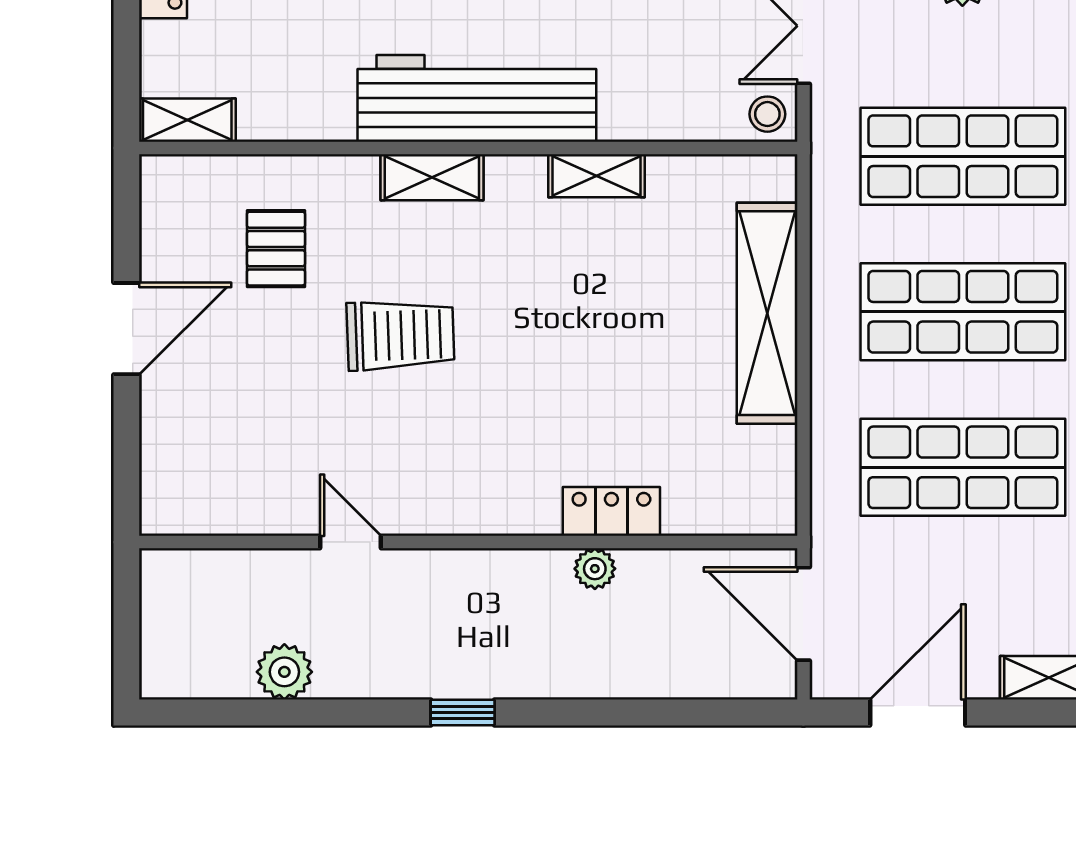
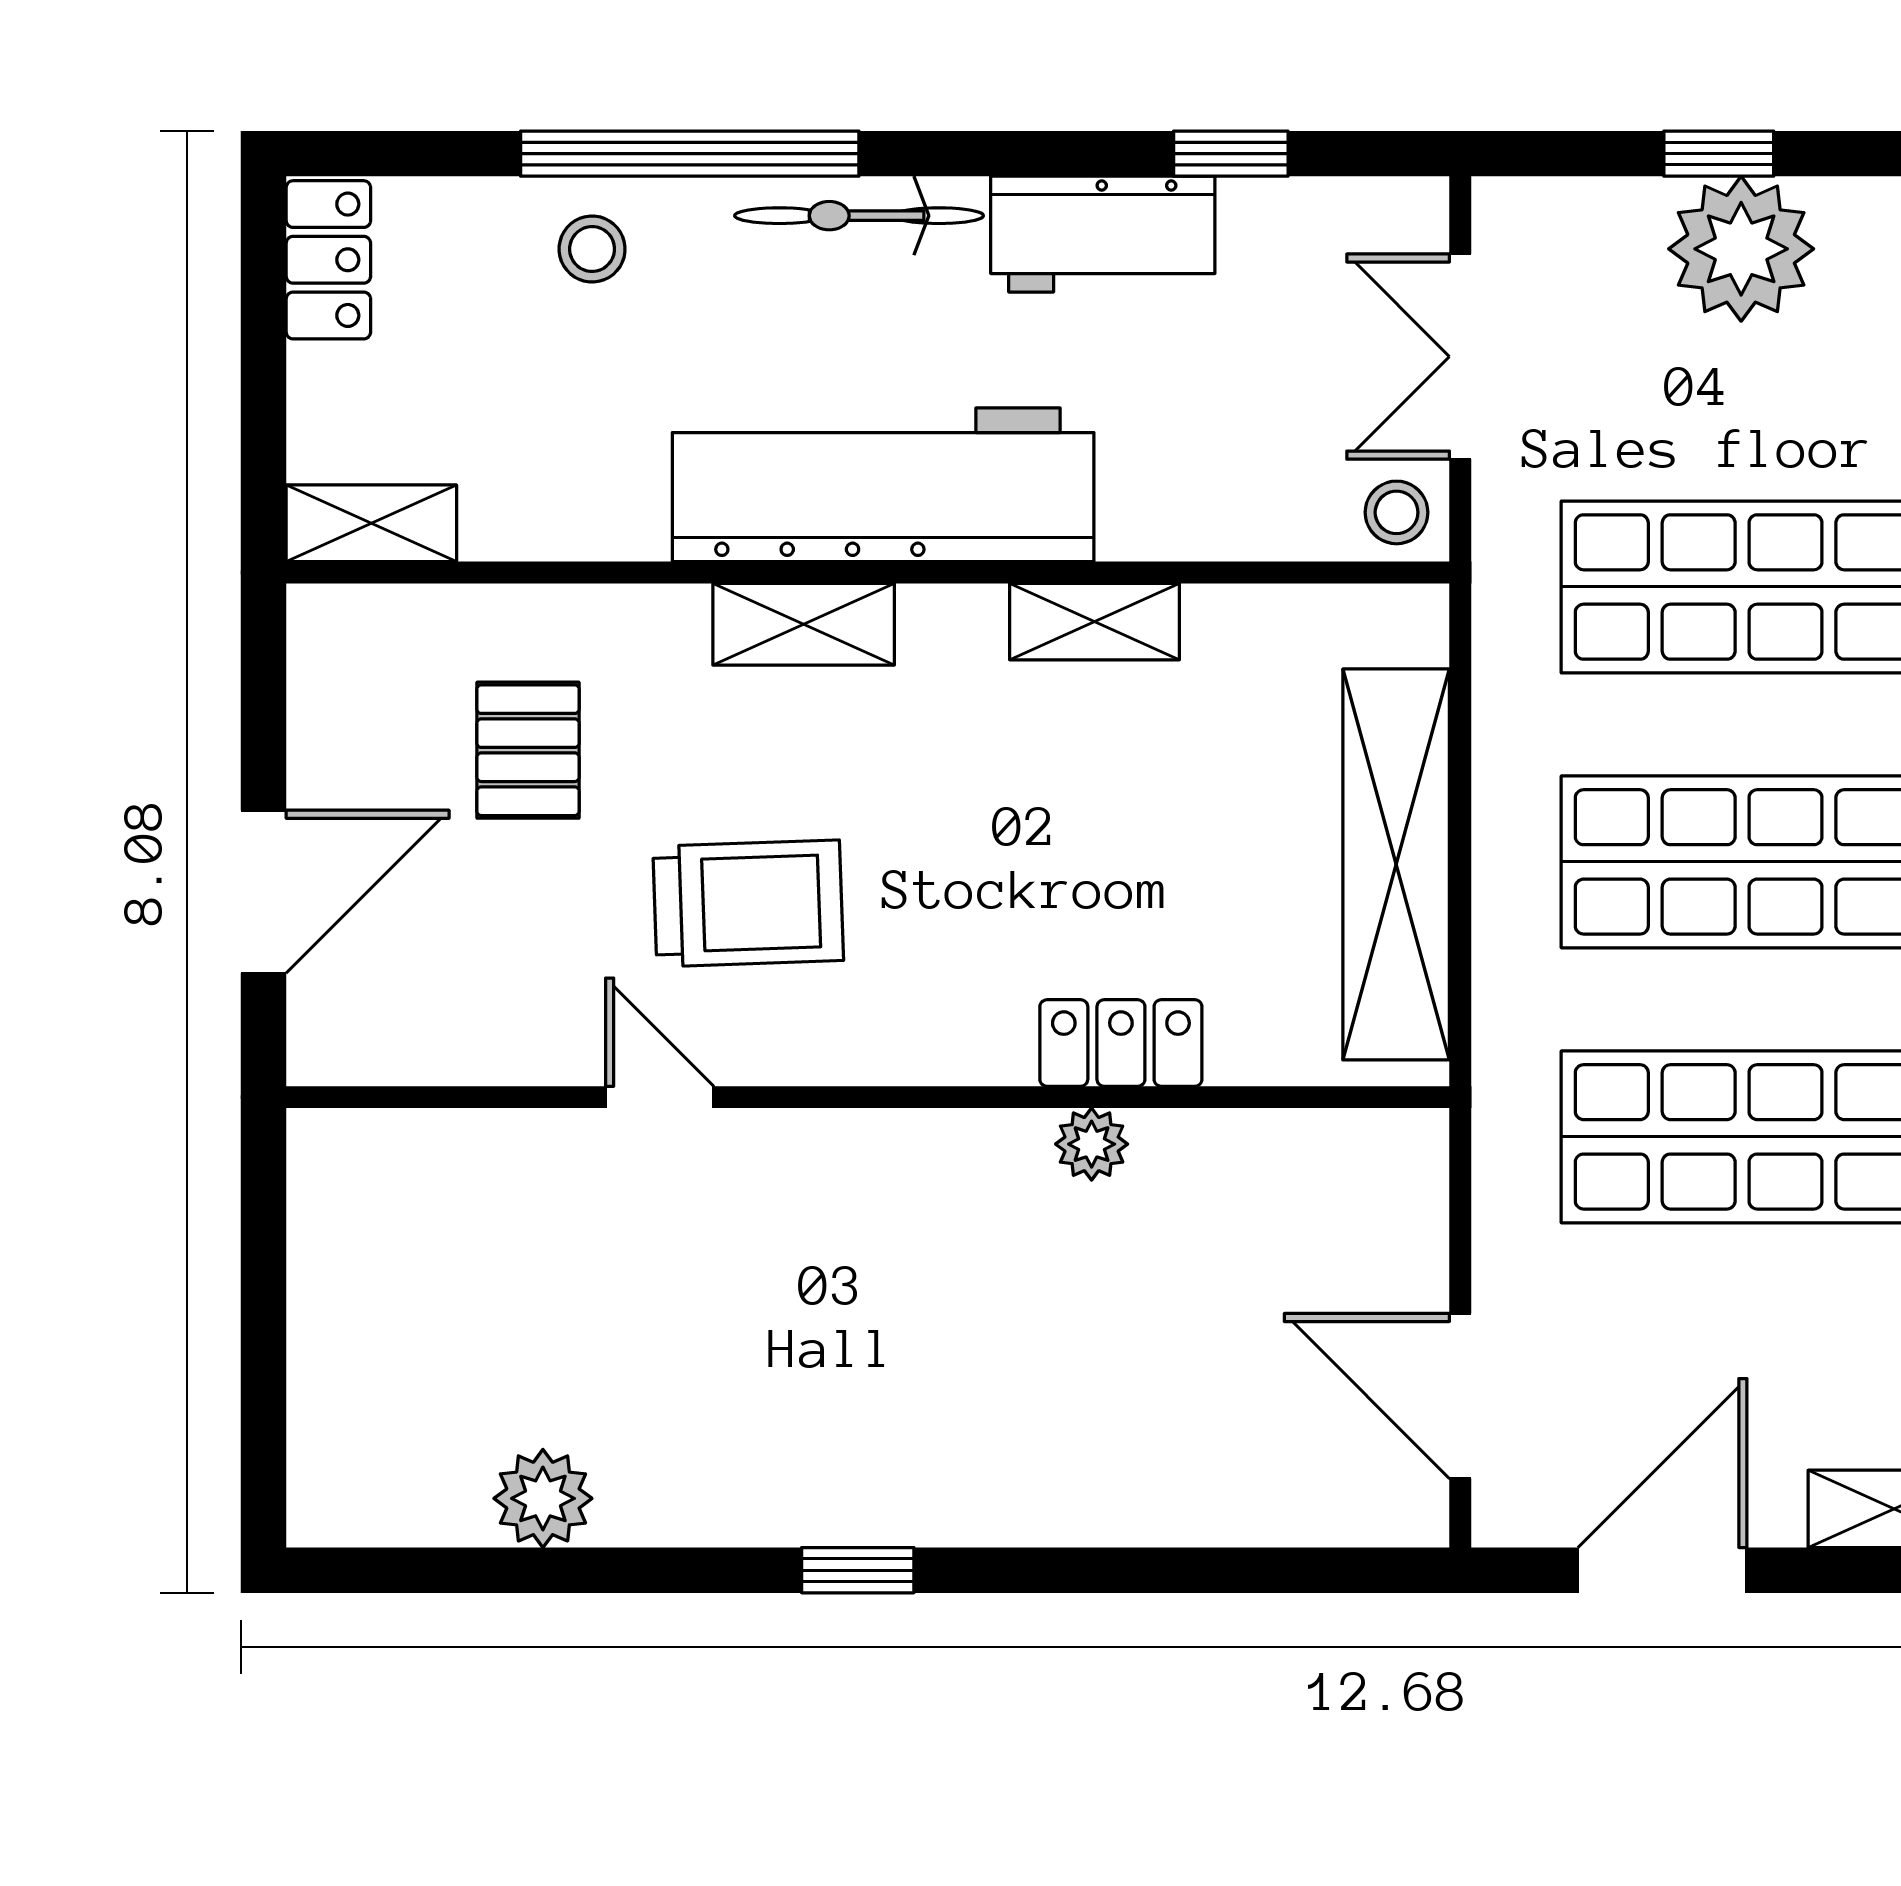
locker: (611, 511) -> (1121, 1043), moved
door: (350, 542) -> (660, 1097), moved
wall: (468, 542) -> (868, 1097), moved
plant: (595, 569) -> (1092, 1144), moved

